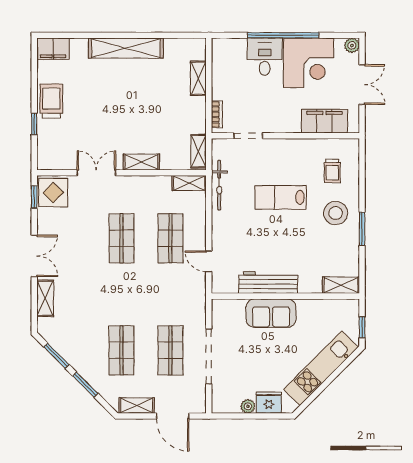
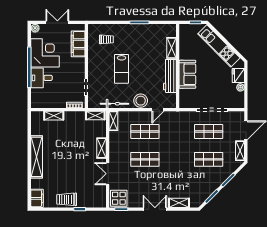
stool: (336, 213) -> (141, 101), moved
shelving: (341, 285) -> (172, 48), moved

